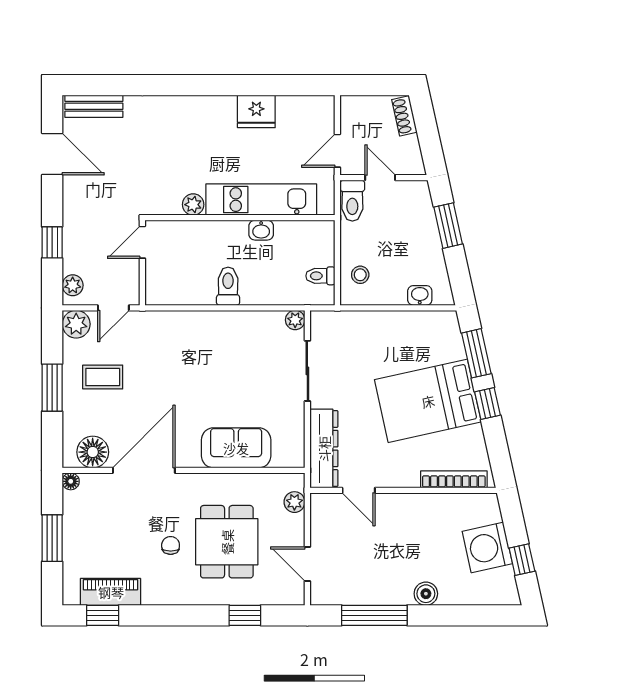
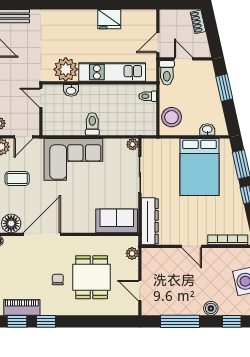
plant: (193, 205) -> (66, 69), width x1.87, depth x1.87
washbasin: (261, 230) -> (71, 90), moved
door: (142, 242) -> (41, 98), hinge flipped
stool: (360, 275) -> (172, 117), width x1.89, depth x1.89
toilet: (320, 276) -> (148, 96), moved
corner sofa: (197, 345) -> (73, 159), added
bed: (428, 401) -> (199, 167), moved, turned -78
sofa: (236, 448) -> (117, 221), moved
door: (359, 490) -> (192, 246), moved
window: (245, 615) -> (46, 321), moved
window: (461, 615) -> (232, 321), added

